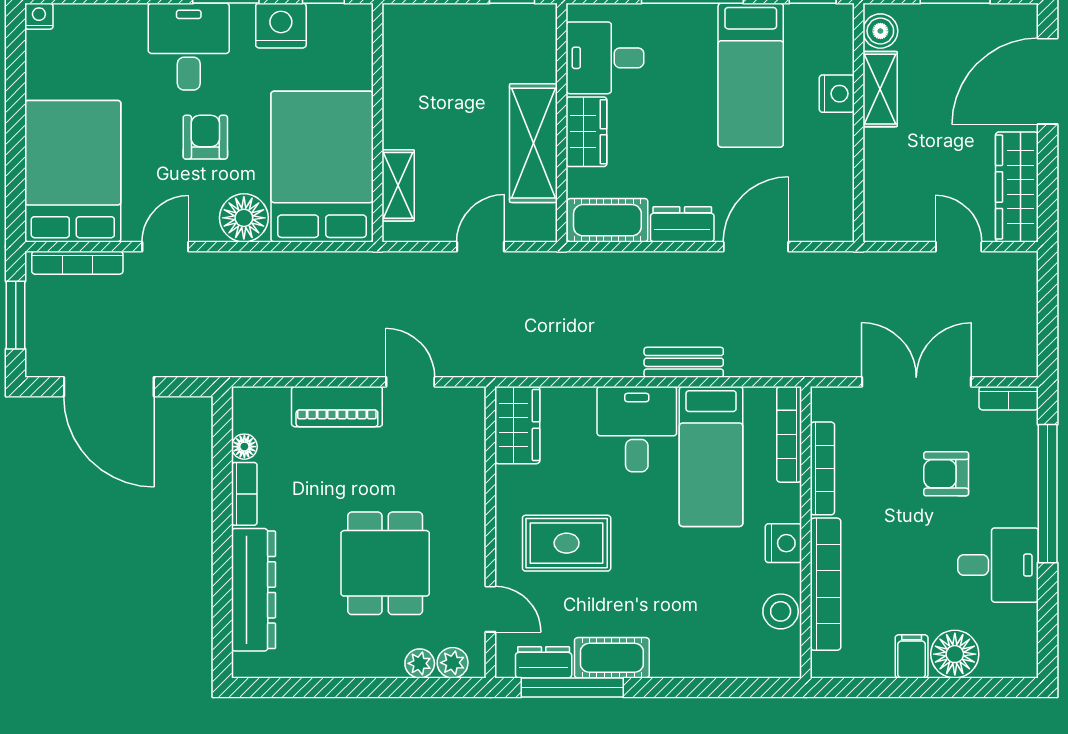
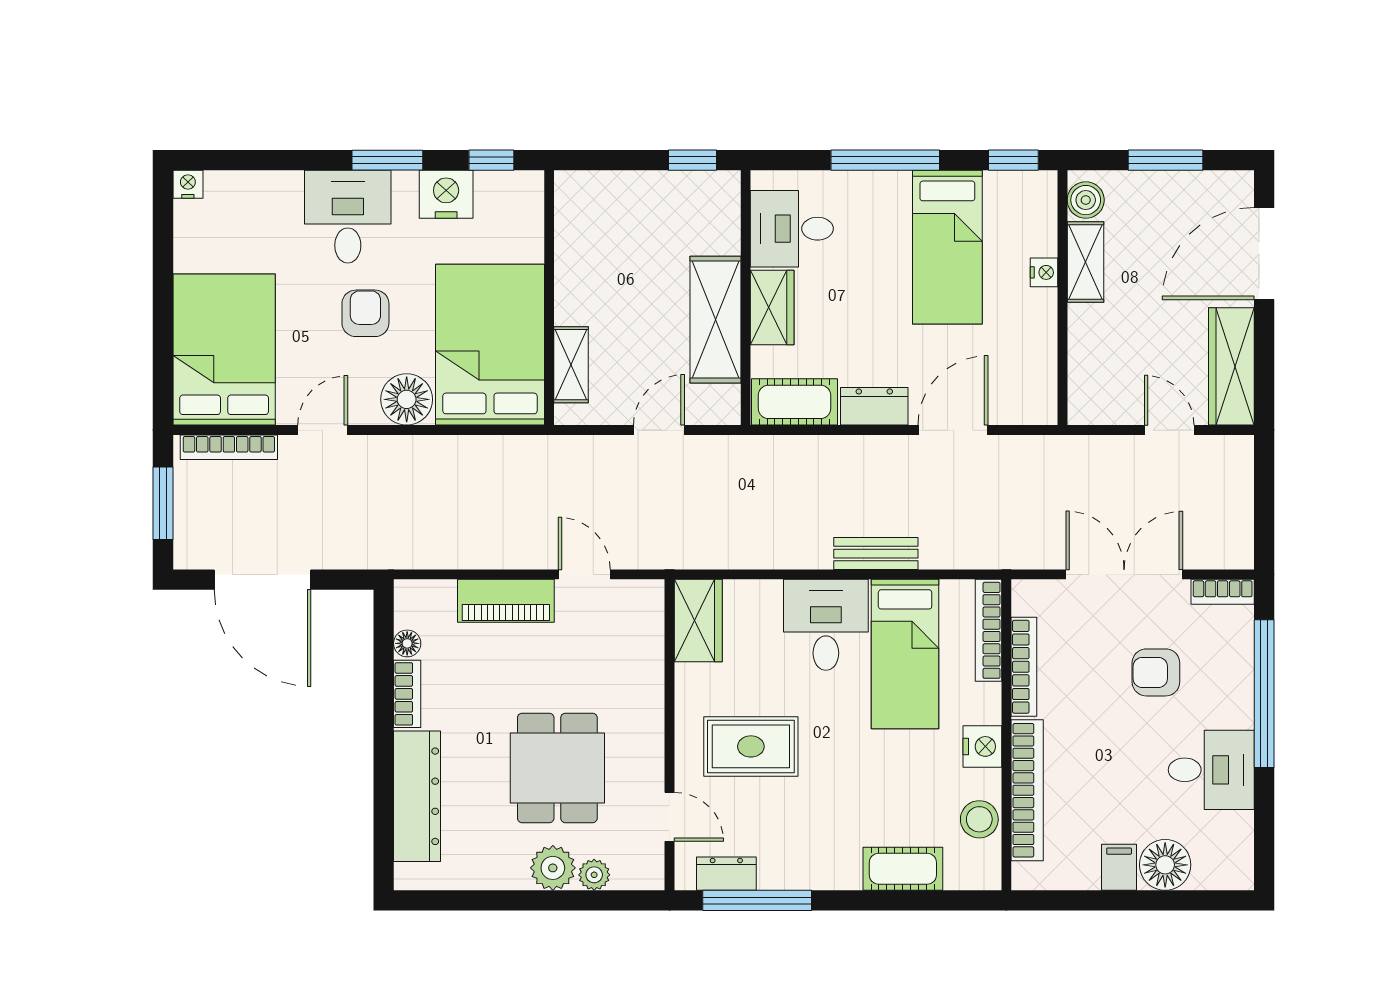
nightstand: (837, 94) -> (1044, 272), width x0.72, depth x0.74
cot: (612, 658) -> (903, 869), moved
plant: (453, 663) -> (553, 868), moved, width x1.38, depth x1.38

